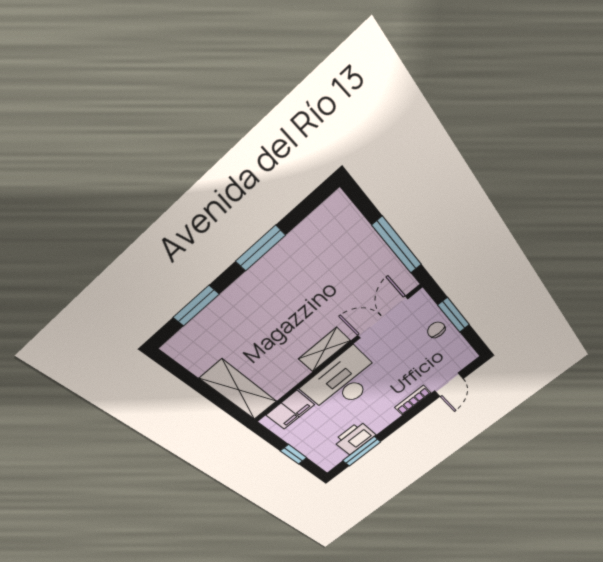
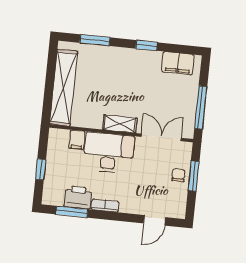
filing cabinet: (320, 227) -> (178, 63), added
window: (260, 248) -> (146, 45), width x0.67
shelving: (239, 390) -> (64, 88), width x1.47
bookcase: (413, 400) -> (105, 206), moved
filing cabinet: (290, 410) -> (77, 140), width x0.50

